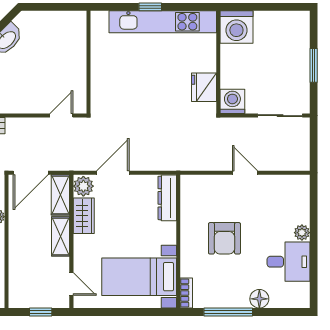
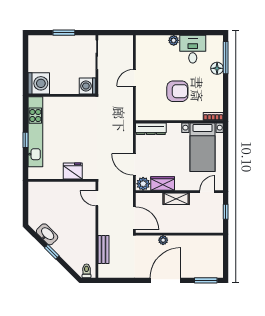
fridge: (204, 87) -> (73, 171), moved, turned 180
shelving: (60, 195) -> (149, 199), removed
window: (228, 312) -> (226, 58), moved

